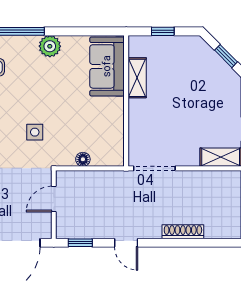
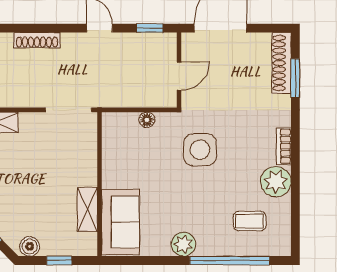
boiler: (190, 44) -> (30, 246), added
side table: (35, 132) -> (200, 150), width x1.87, depth x1.87

